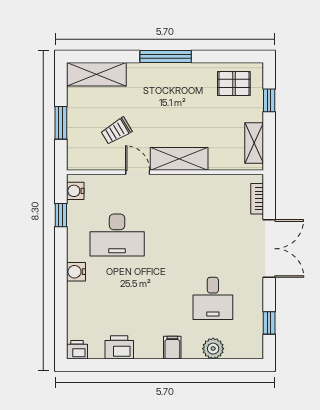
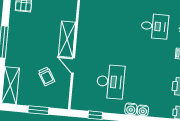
door: (138, 172) -> (73, 66), hinge flipped
water cooler: (75, 191) -> (143, 110), moved

